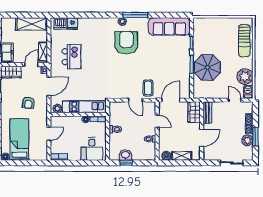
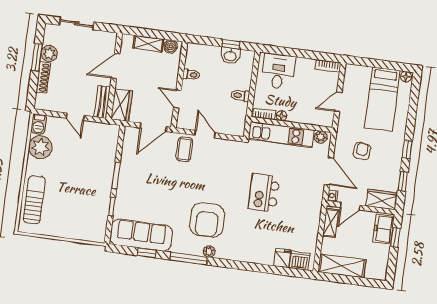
window: (164, 15) -> (146, 253), added
kitchen island: (72, 57) -> (264, 193), moved
parasol: (207, 67) -> (93, 168), removed
door: (49, 86) -> (329, 171), swing flipped
door: (235, 100) -> (75, 117), moved

